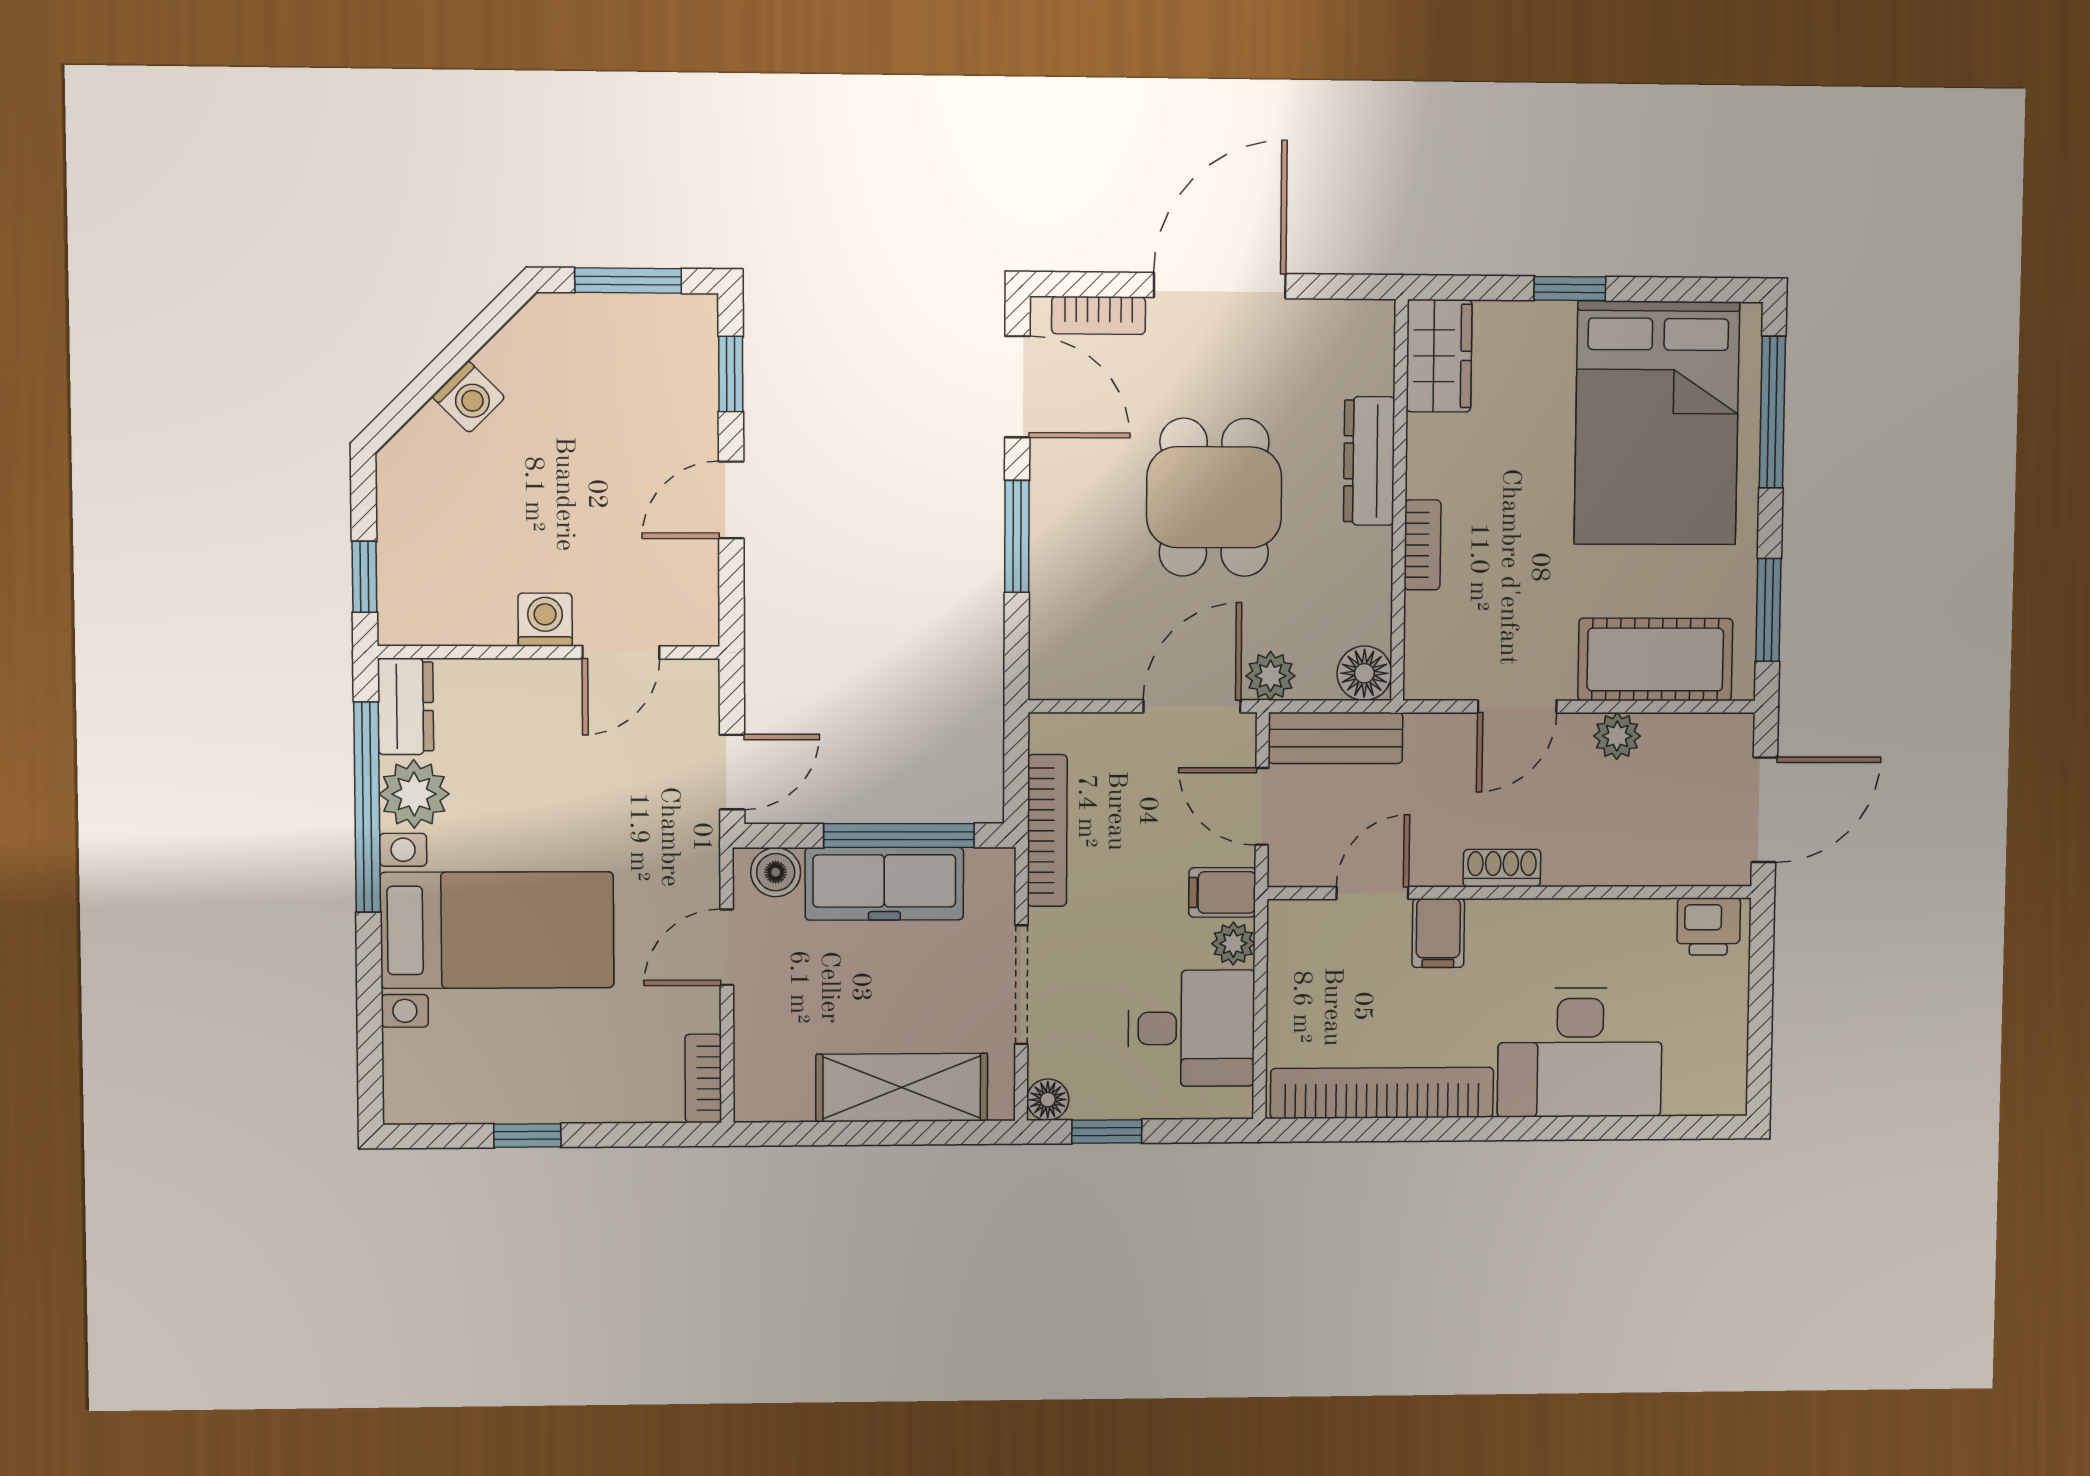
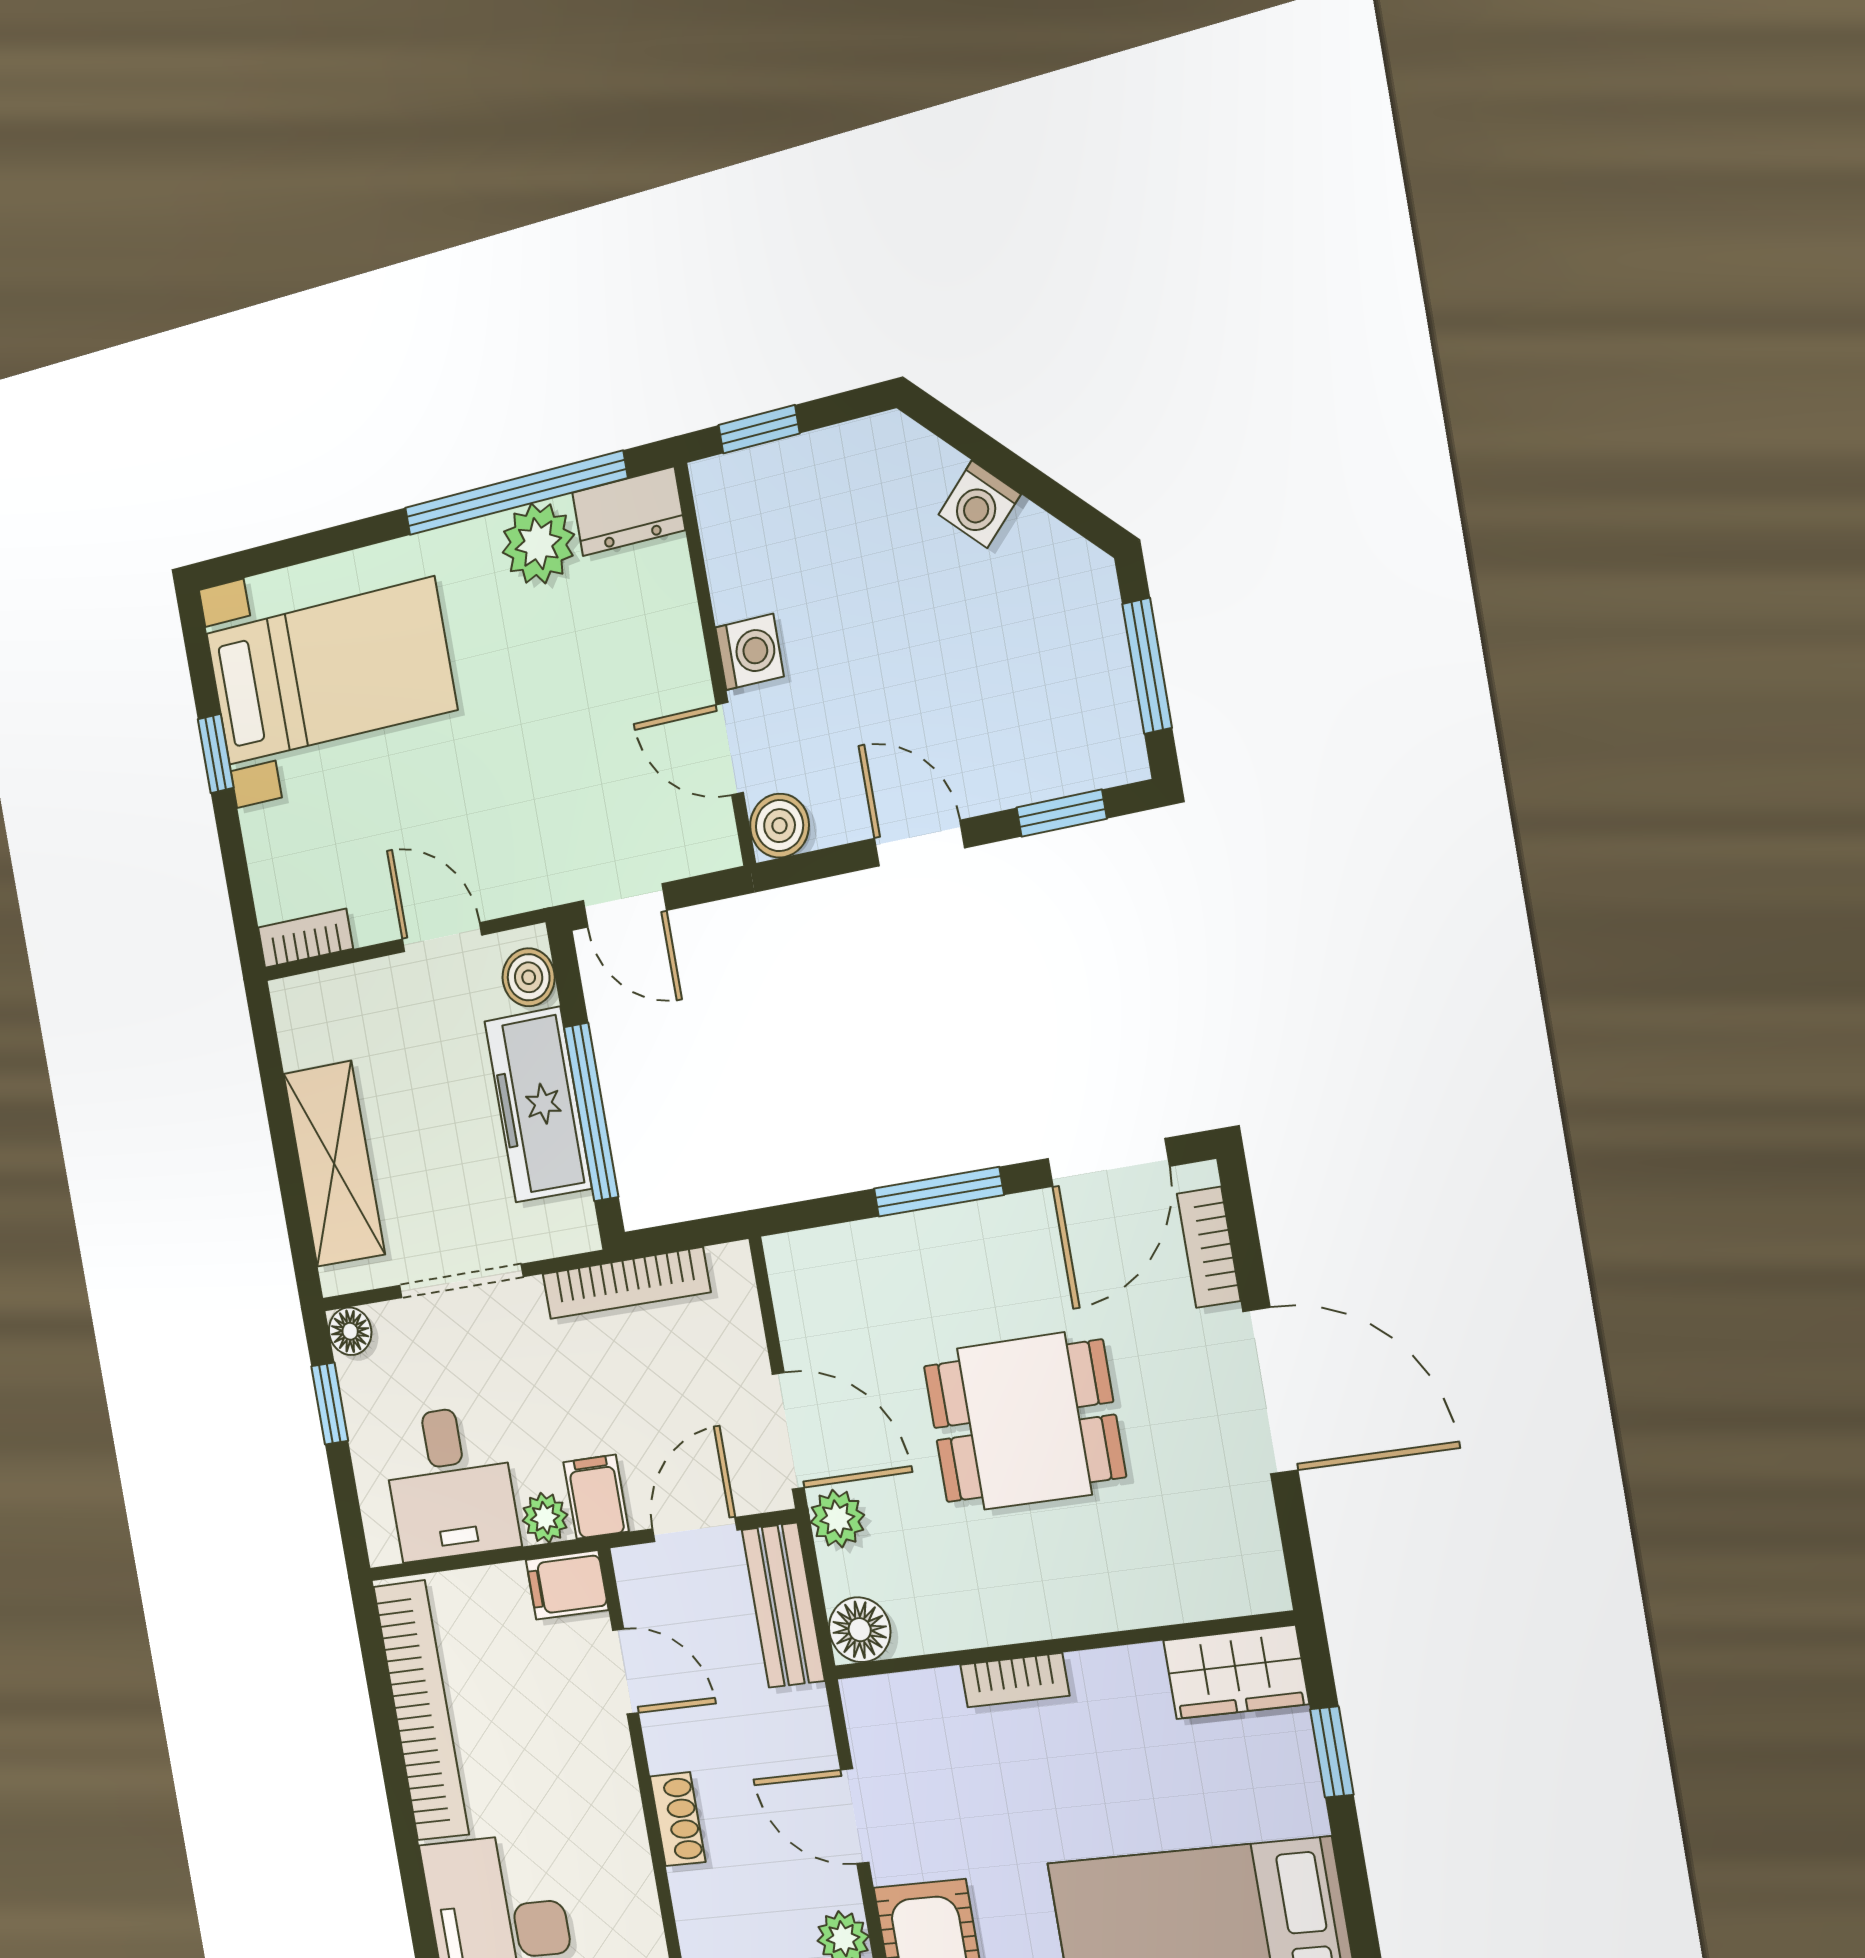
window: (1570, 289) -> (1332, 1752), moved
dresser: (1369, 461) -> (1099, 1603), removed
boiler: (693, 620) -> (779, 826), added
bed with nightstands: (497, 930) -> (331, 671), moved, turned -90
filing cabinet: (1438, 933) -> (567, 1585), moved

